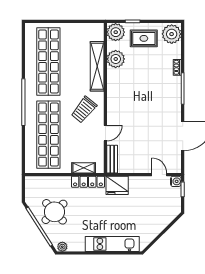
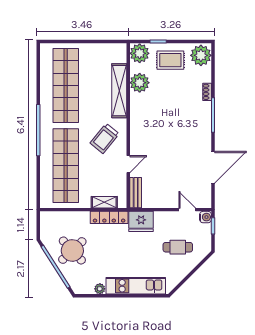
cafe table: (151, 209) -> (178, 247), added
plant: (62, 247) -> (100, 289), moved

